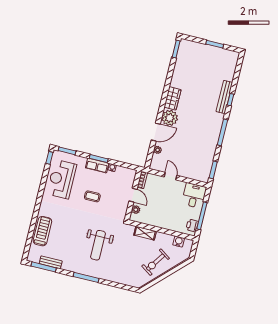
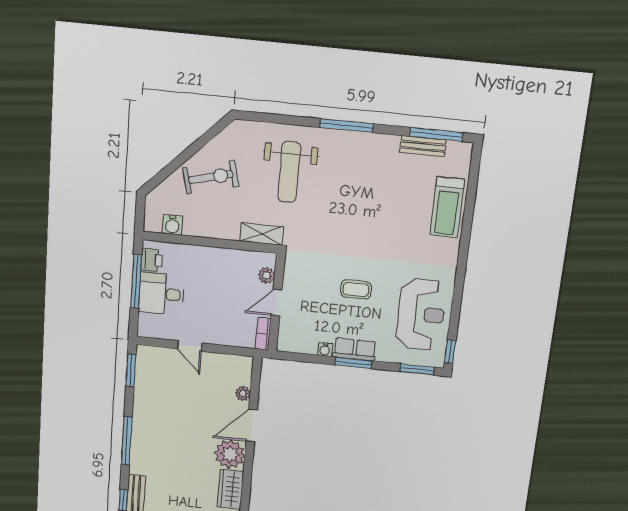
door: (171, 176) -> (190, 346), moved
door: (133, 195) -> (277, 303), hinge flipped
desk: (194, 196) -> (161, 294), moved, turned 90
shelving: (145, 233) -> (262, 234), moved
weight bench: (98, 245) -> (289, 172), moved, turned 180
exercise bike: (156, 262) -> (211, 177), turned 42

